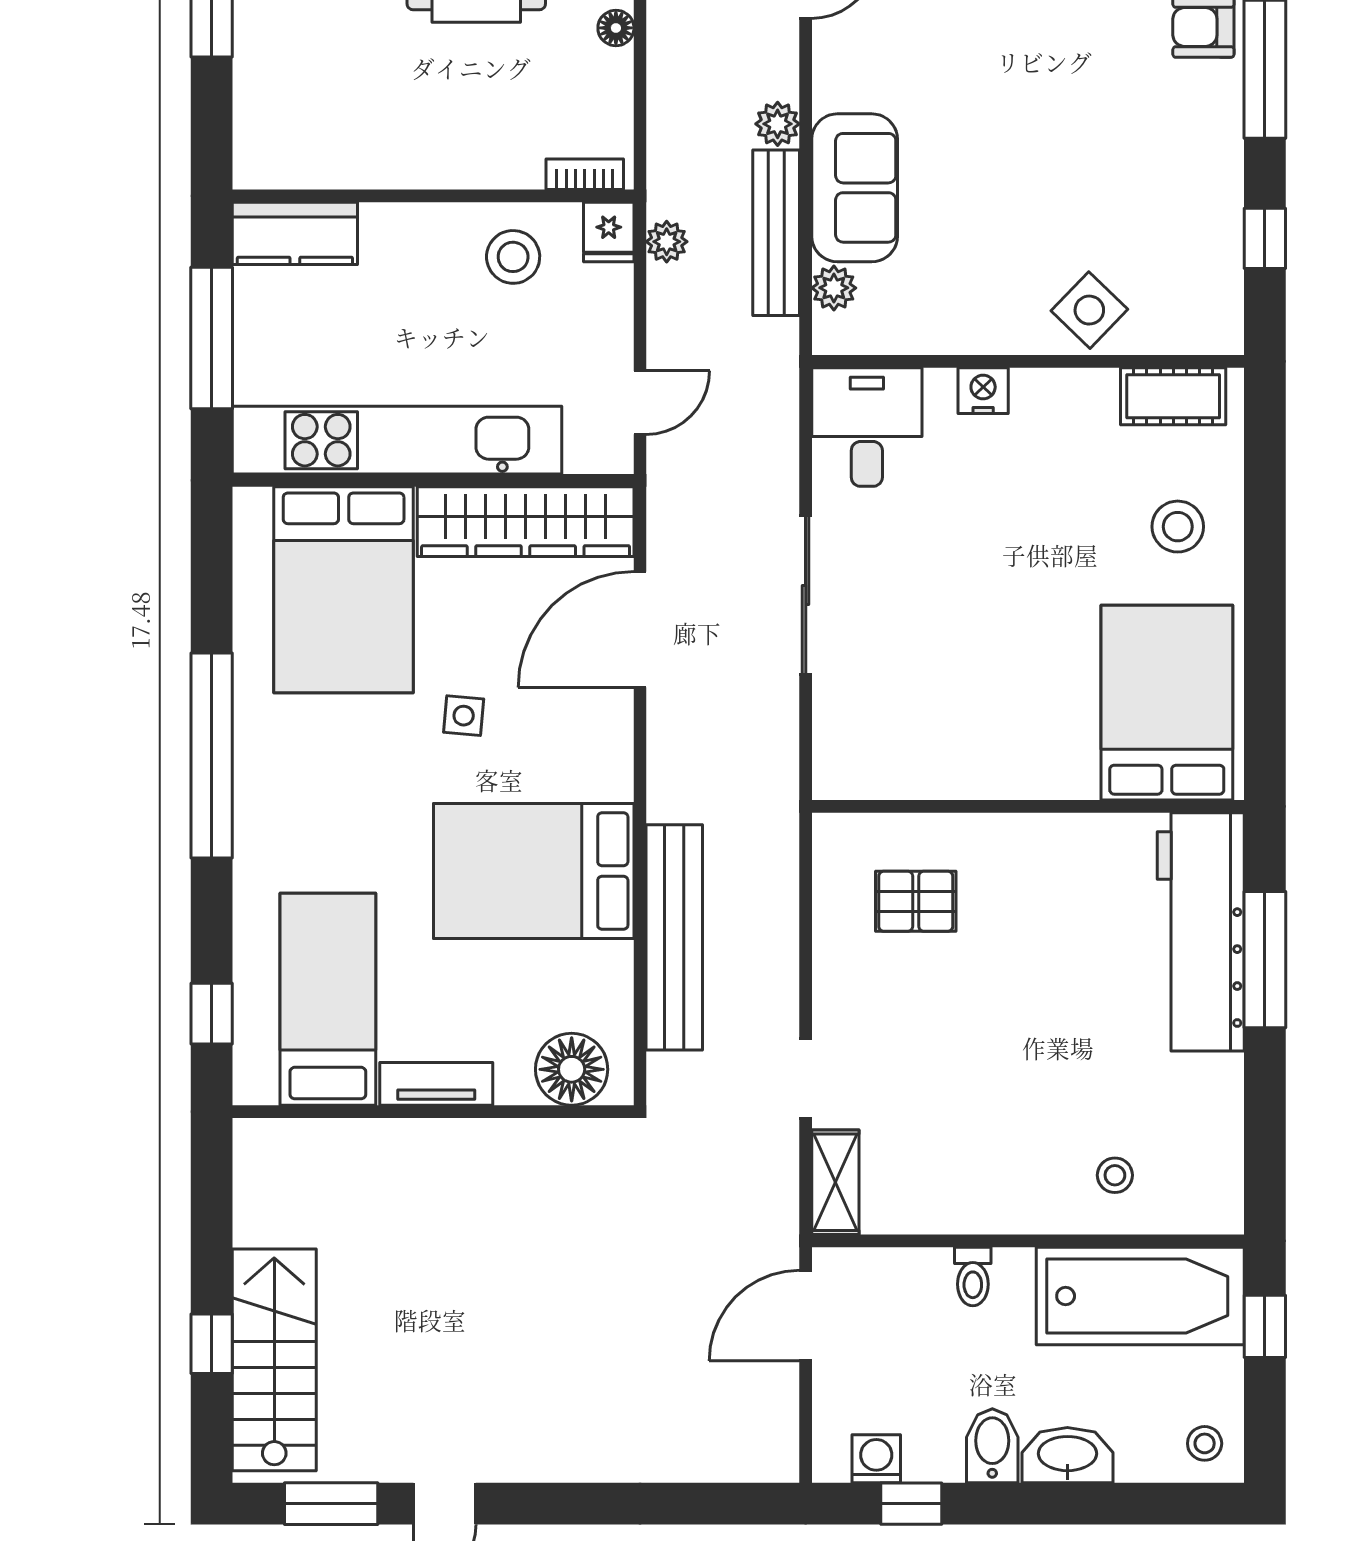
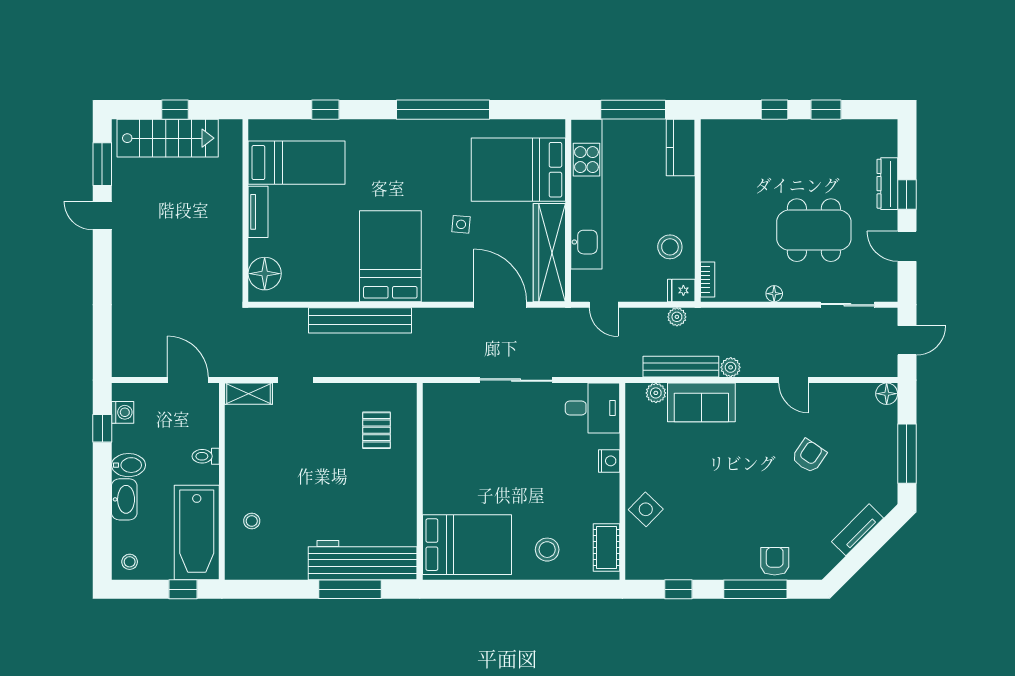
bed: (328, 999) -> (297, 163), moved
floor lamp: (572, 1069) -> (265, 274), moved
tv unit: (436, 1084) -> (258, 212), moved
wall: (433, 1112) -> (245, 210), moved

